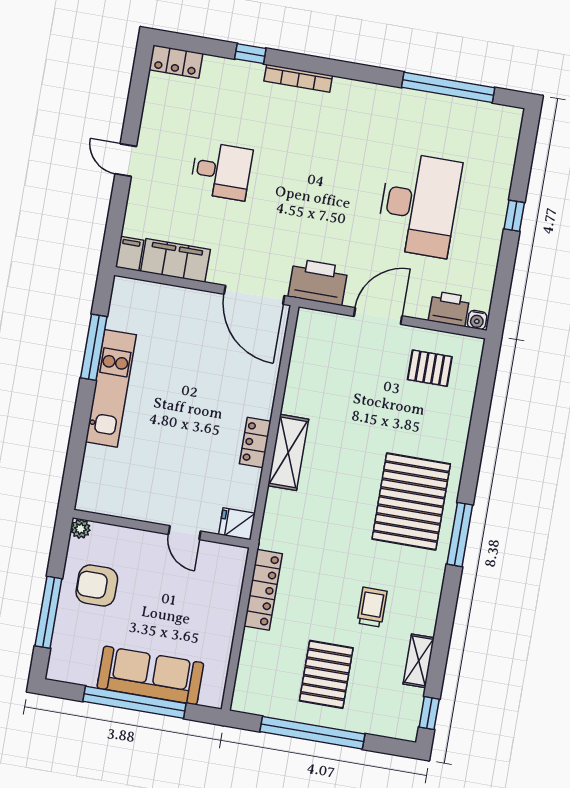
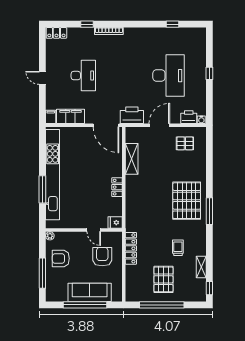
window: (448, 87) -> (172, 24), width x0.32
desk: (221, 171) -> (83, 76), width x1.37
window: (94, 347) -> (42, 189), moved
kitchen unit: (111, 388) -> (53, 175), width x1.86
shelving: (288, 452) -> (132, 159), moved
armchair: (194, 598) -> (102, 257), added

